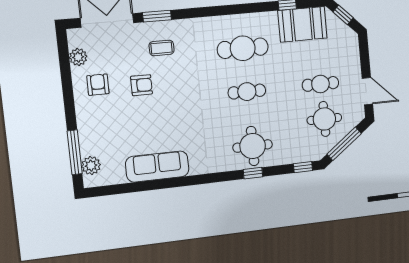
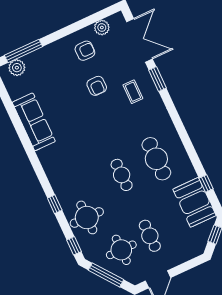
round table: (253, 146) -> (87, 217), moved

